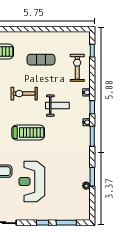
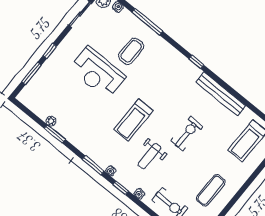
exercise mat: (41, 60) -> (211, 190), moved
treadmill: (28, 133) -> (134, 120), moved
reception desk: (32, 181) -> (97, 73), turned 180

